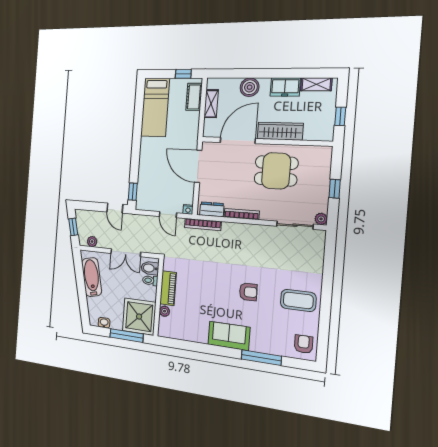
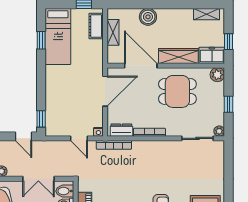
freezer: (285, 87) -> (212, 55), moved, turned 180
window: (139, 111) -> (41, 40), added
door: (238, 141) -> (141, 66), hinge flipped
plant: (324, 154) -> (217, 75), added
door: (198, 166) -> (105, 91), swing flipped

